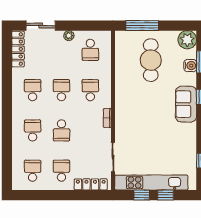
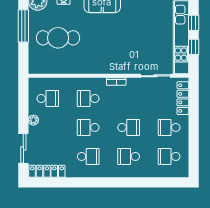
window: (142, 26) -> (23, 26), moved
school desk: (33, 90) -> (88, 156), turned 180

